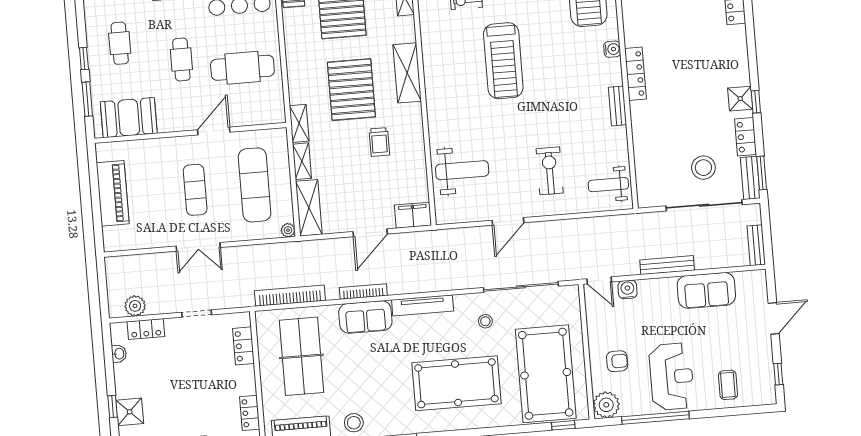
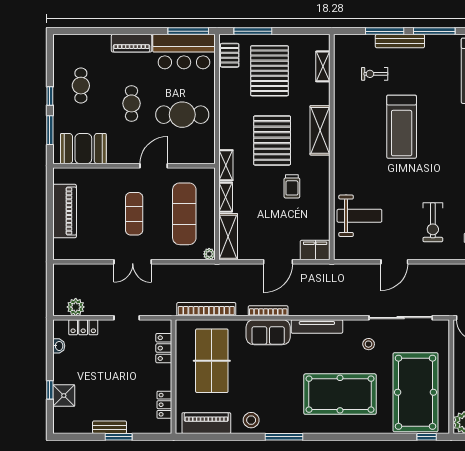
exercise bike: (550, 171) -> (433, 222), turned 180

